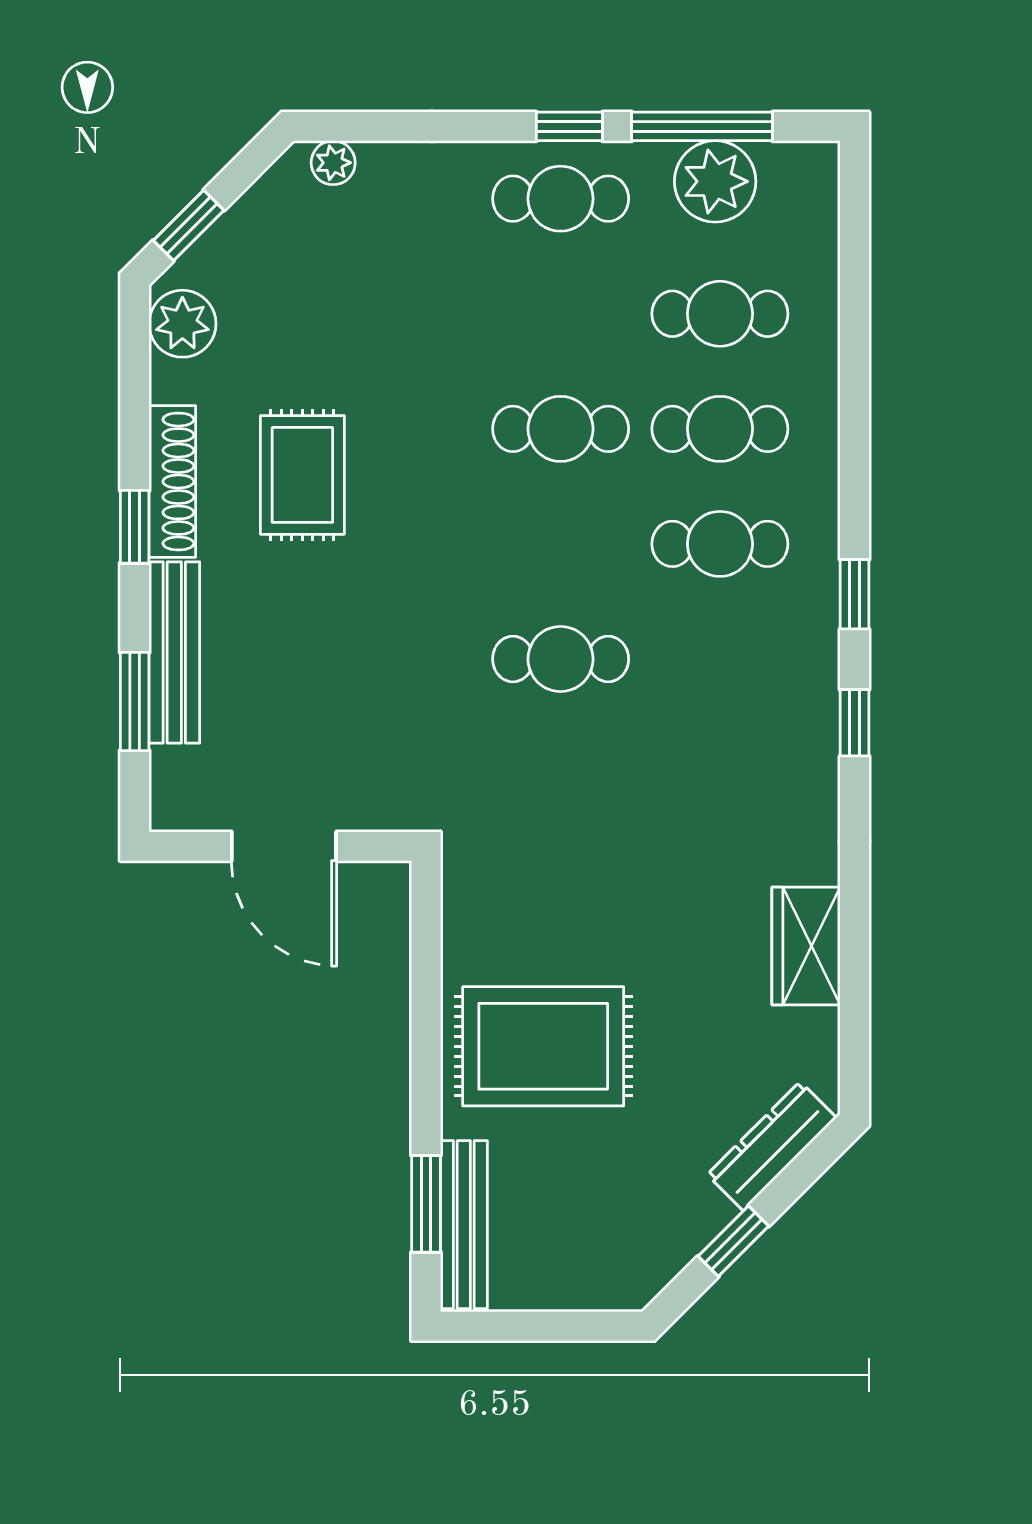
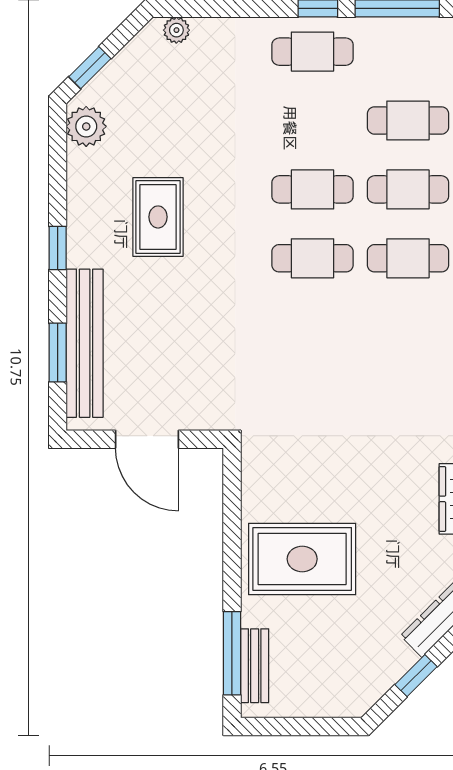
plant: (715, 181) -> (405, 41), removed
shoe rack: (172, 481) -> (80, 221), removed
bench: (174, 653) -> (85, 343), width x1.37, depth x1.21
cafe table: (561, 659) -> (313, 258), moved
window: (426, 1204) -> (232, 653), width x1.44
bench: (464, 1225) -> (255, 666), width x0.73

